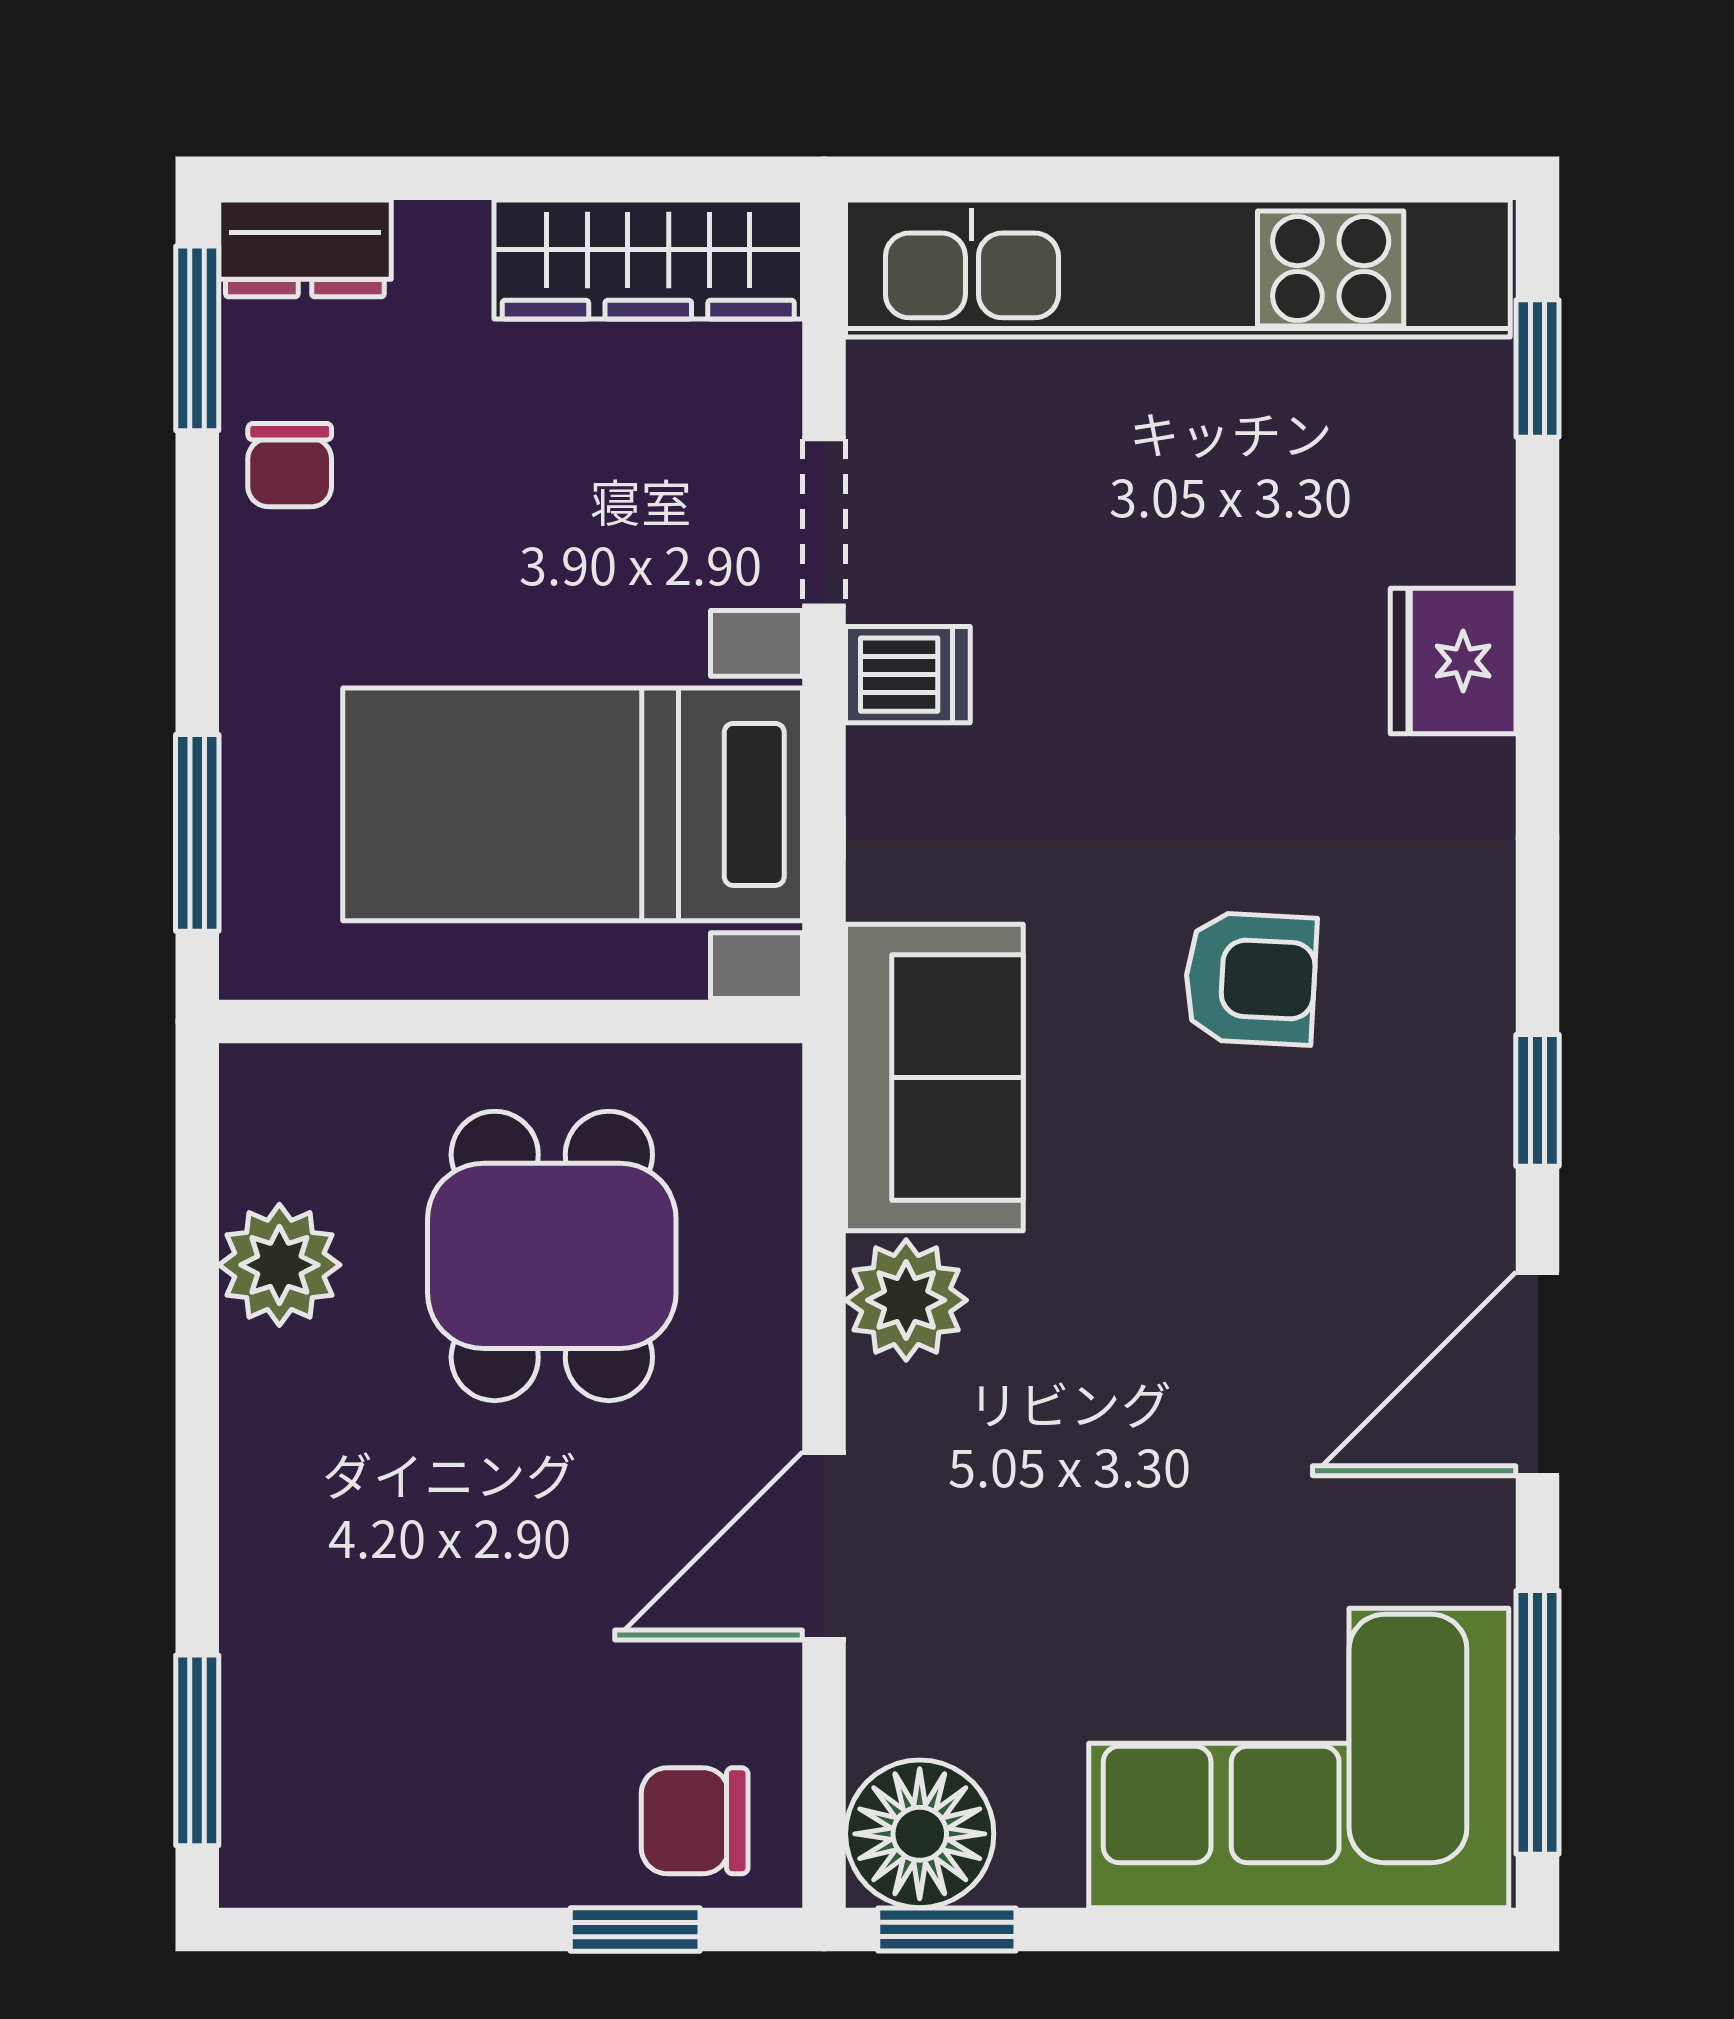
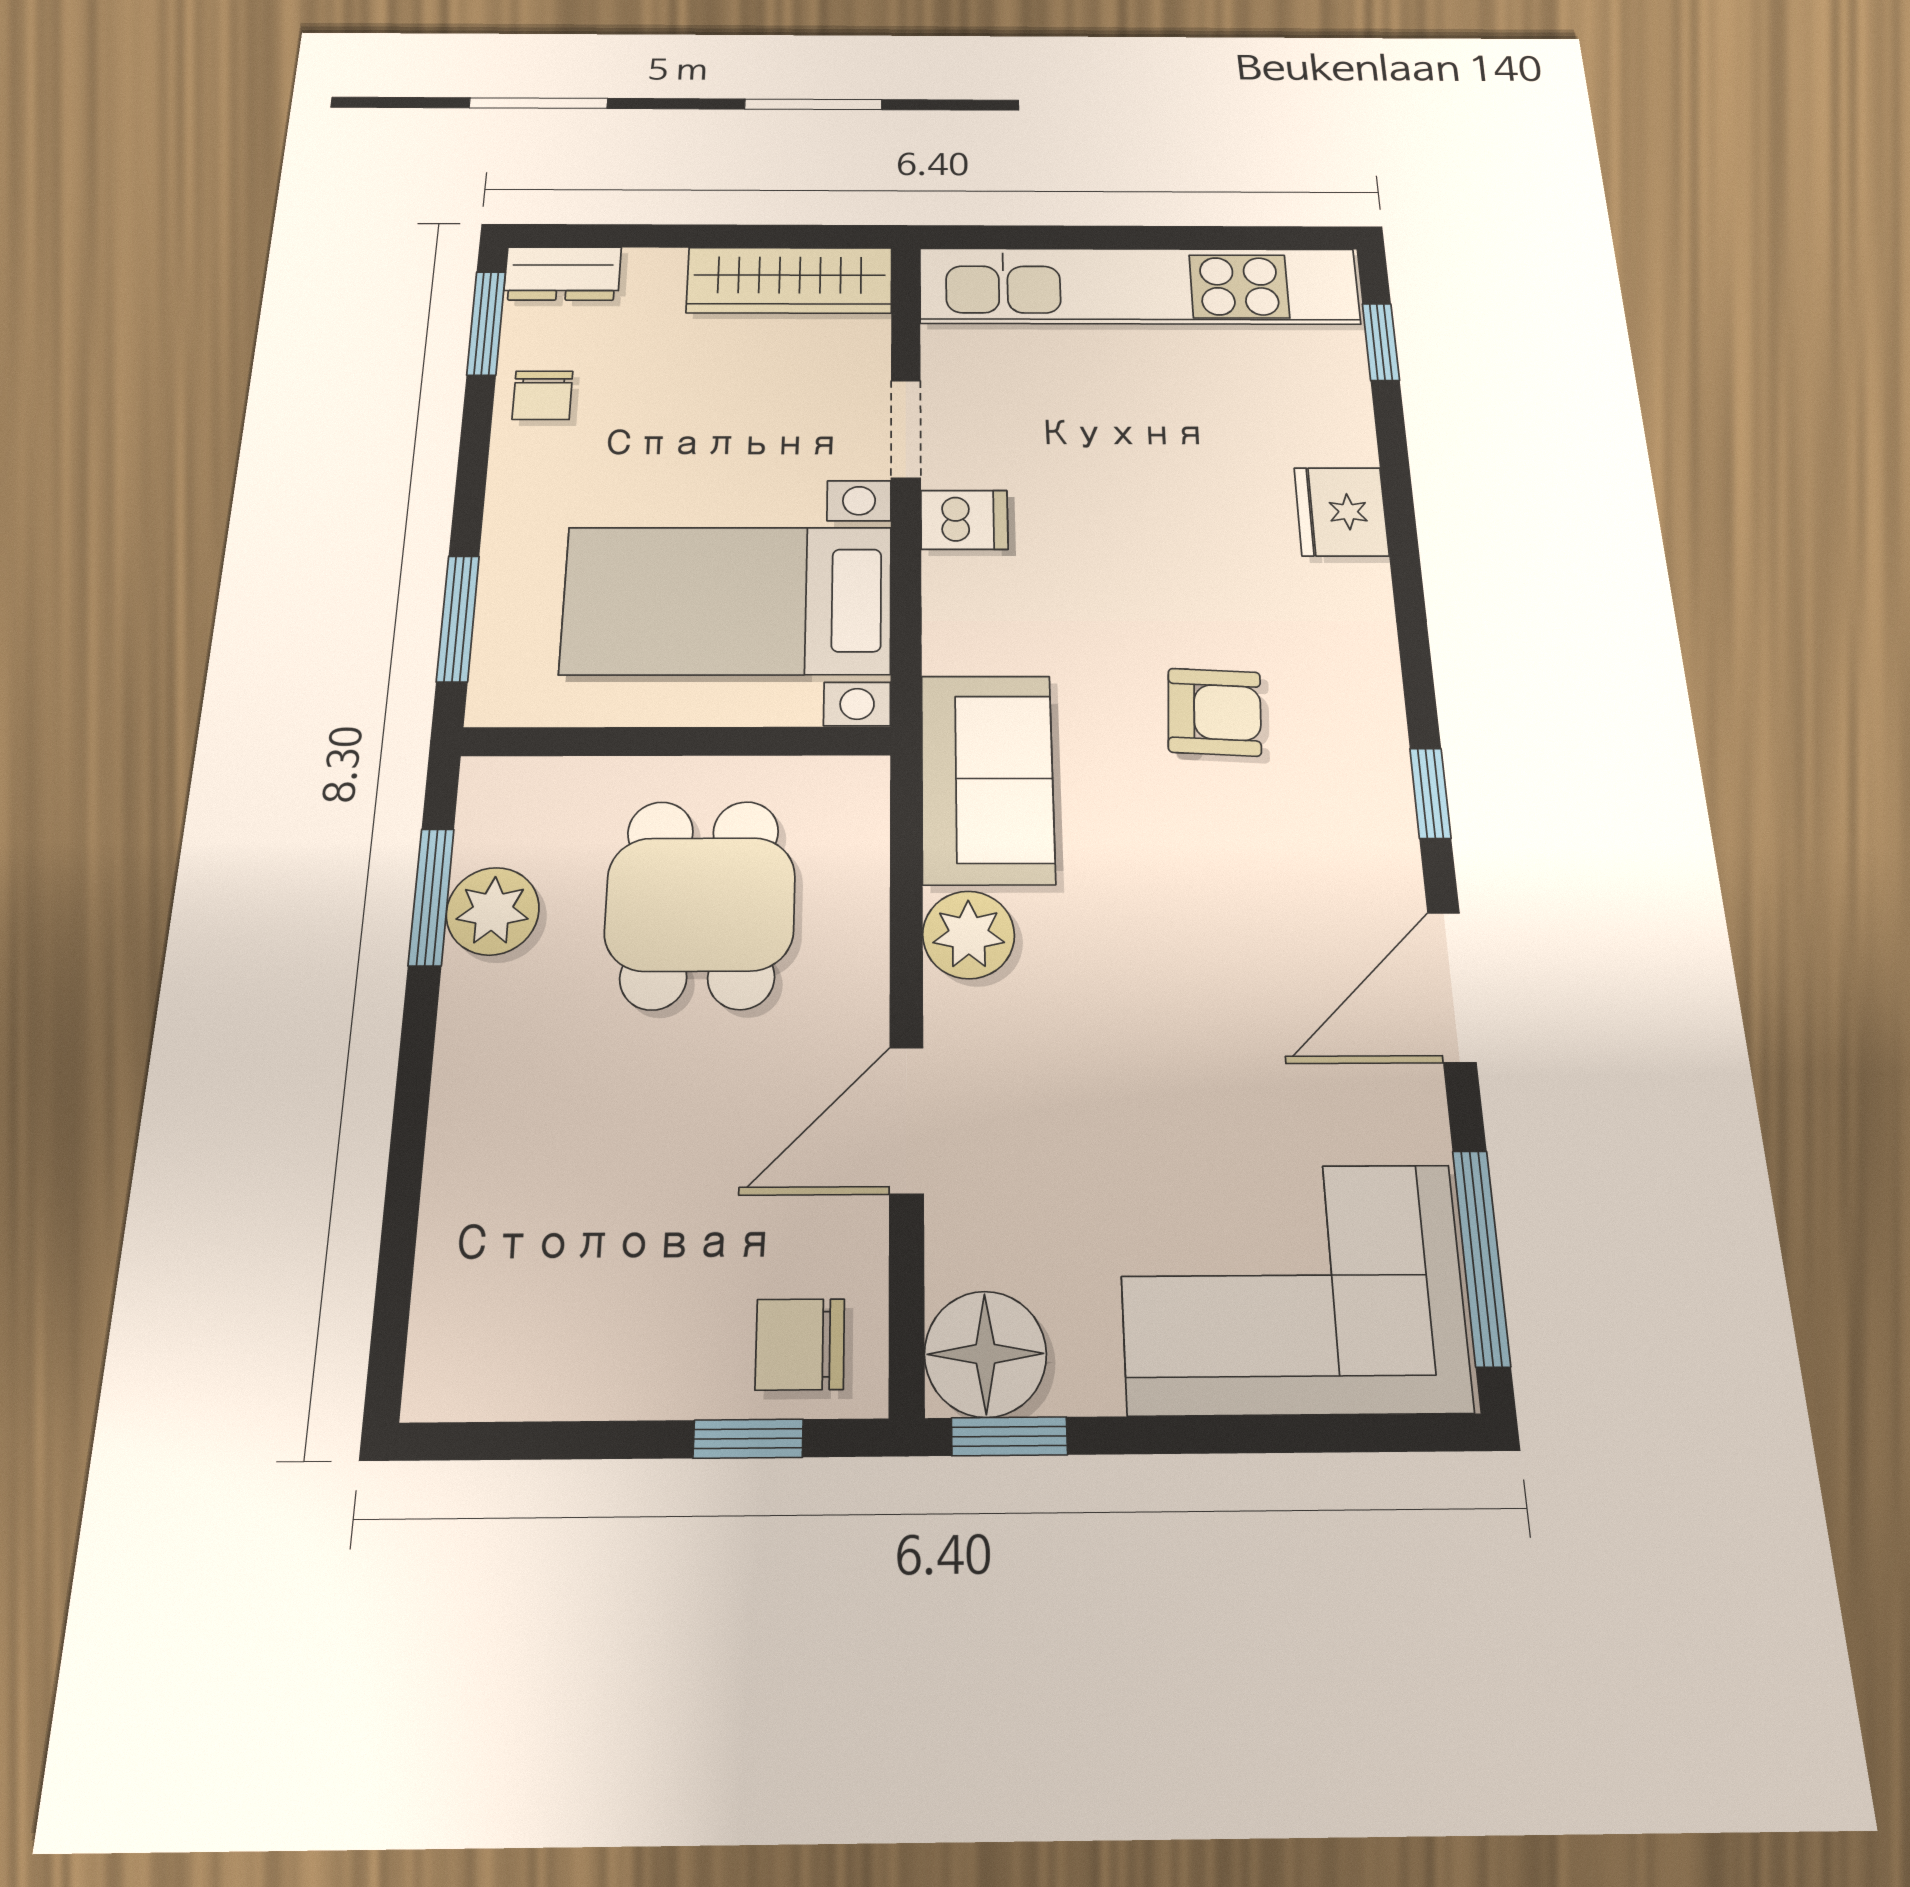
window: (197, 1750) -> (431, 897), moved

